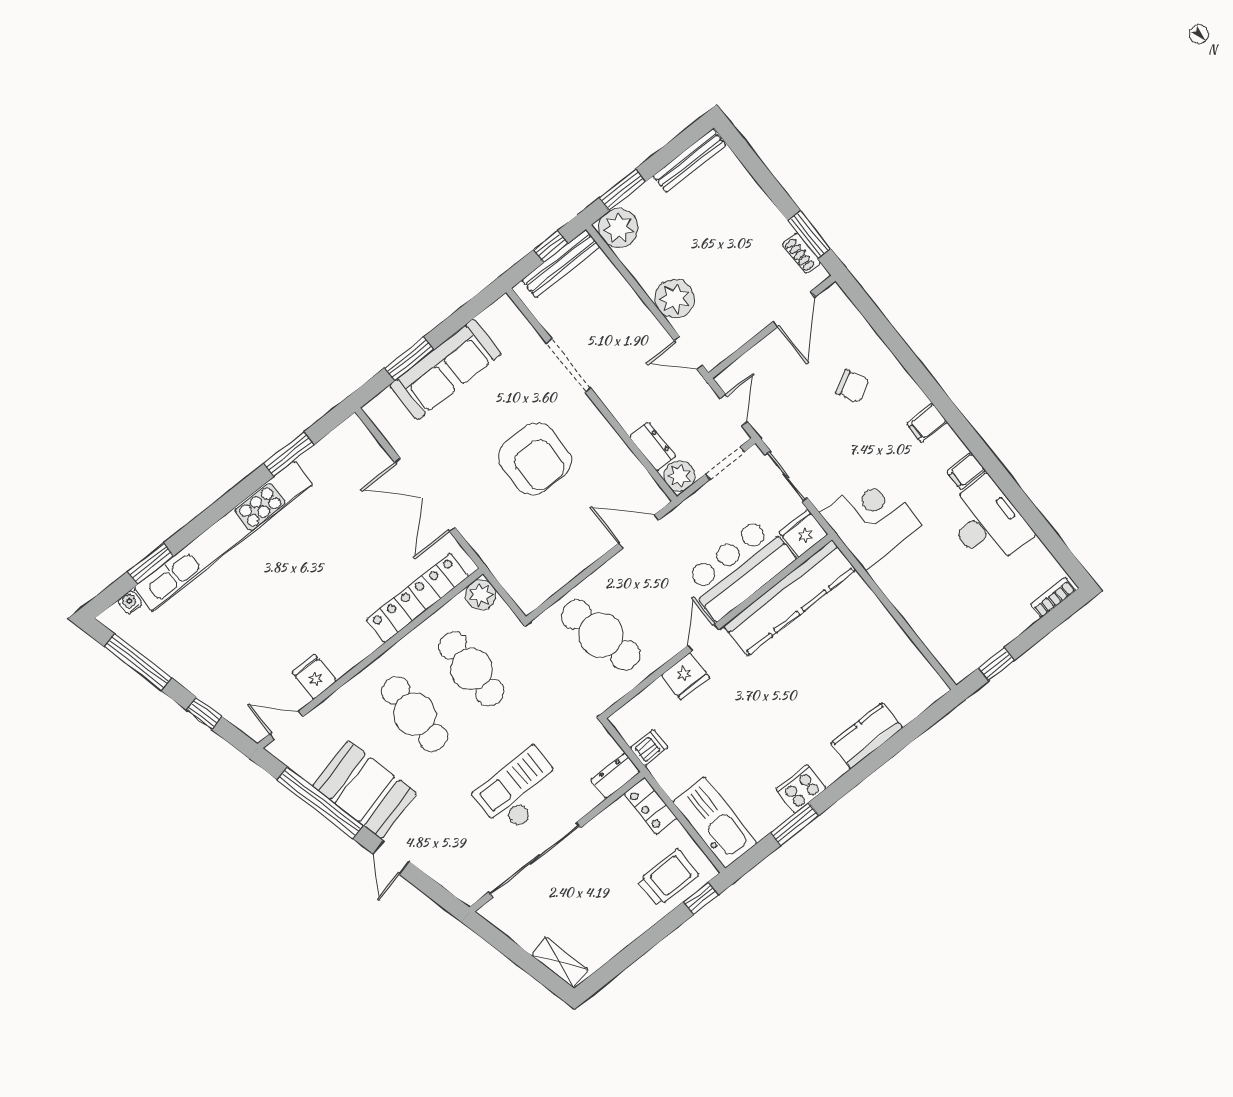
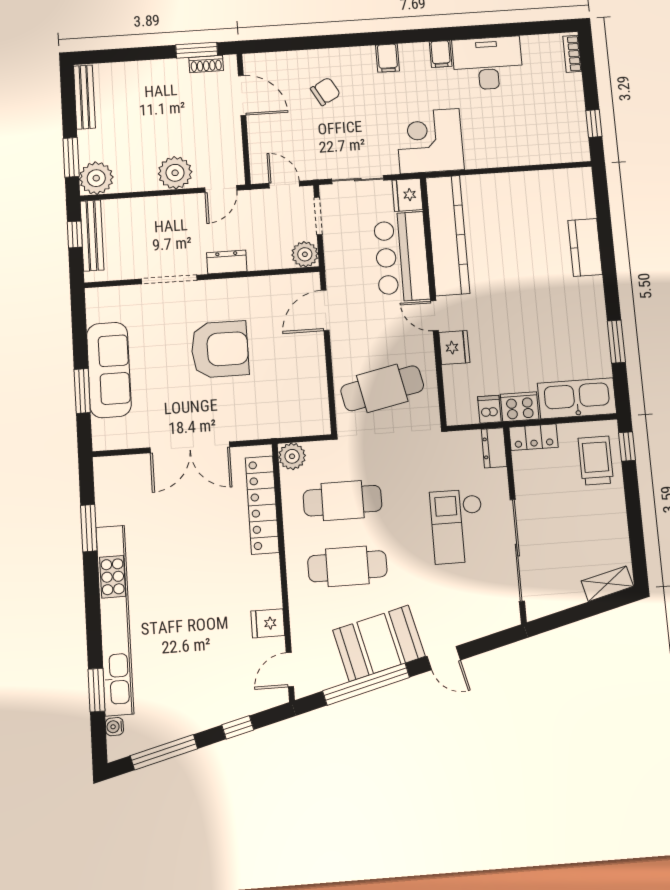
dresser: (653, 447) -> (227, 262), moved
cooker: (801, 789) -> (520, 407), moved, turned 90

